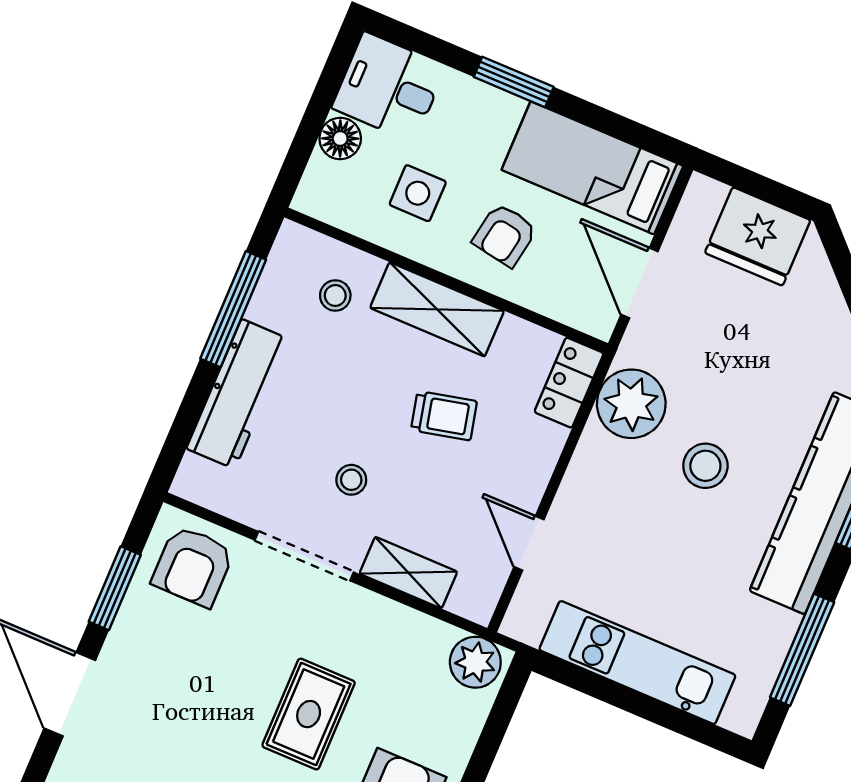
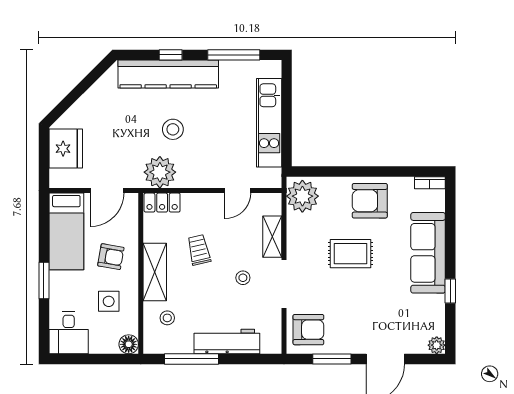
floor lamp: (340, 138) -> (129, 344), moved
plant: (475, 662) -> (302, 196), width x1.36, depth x1.36

